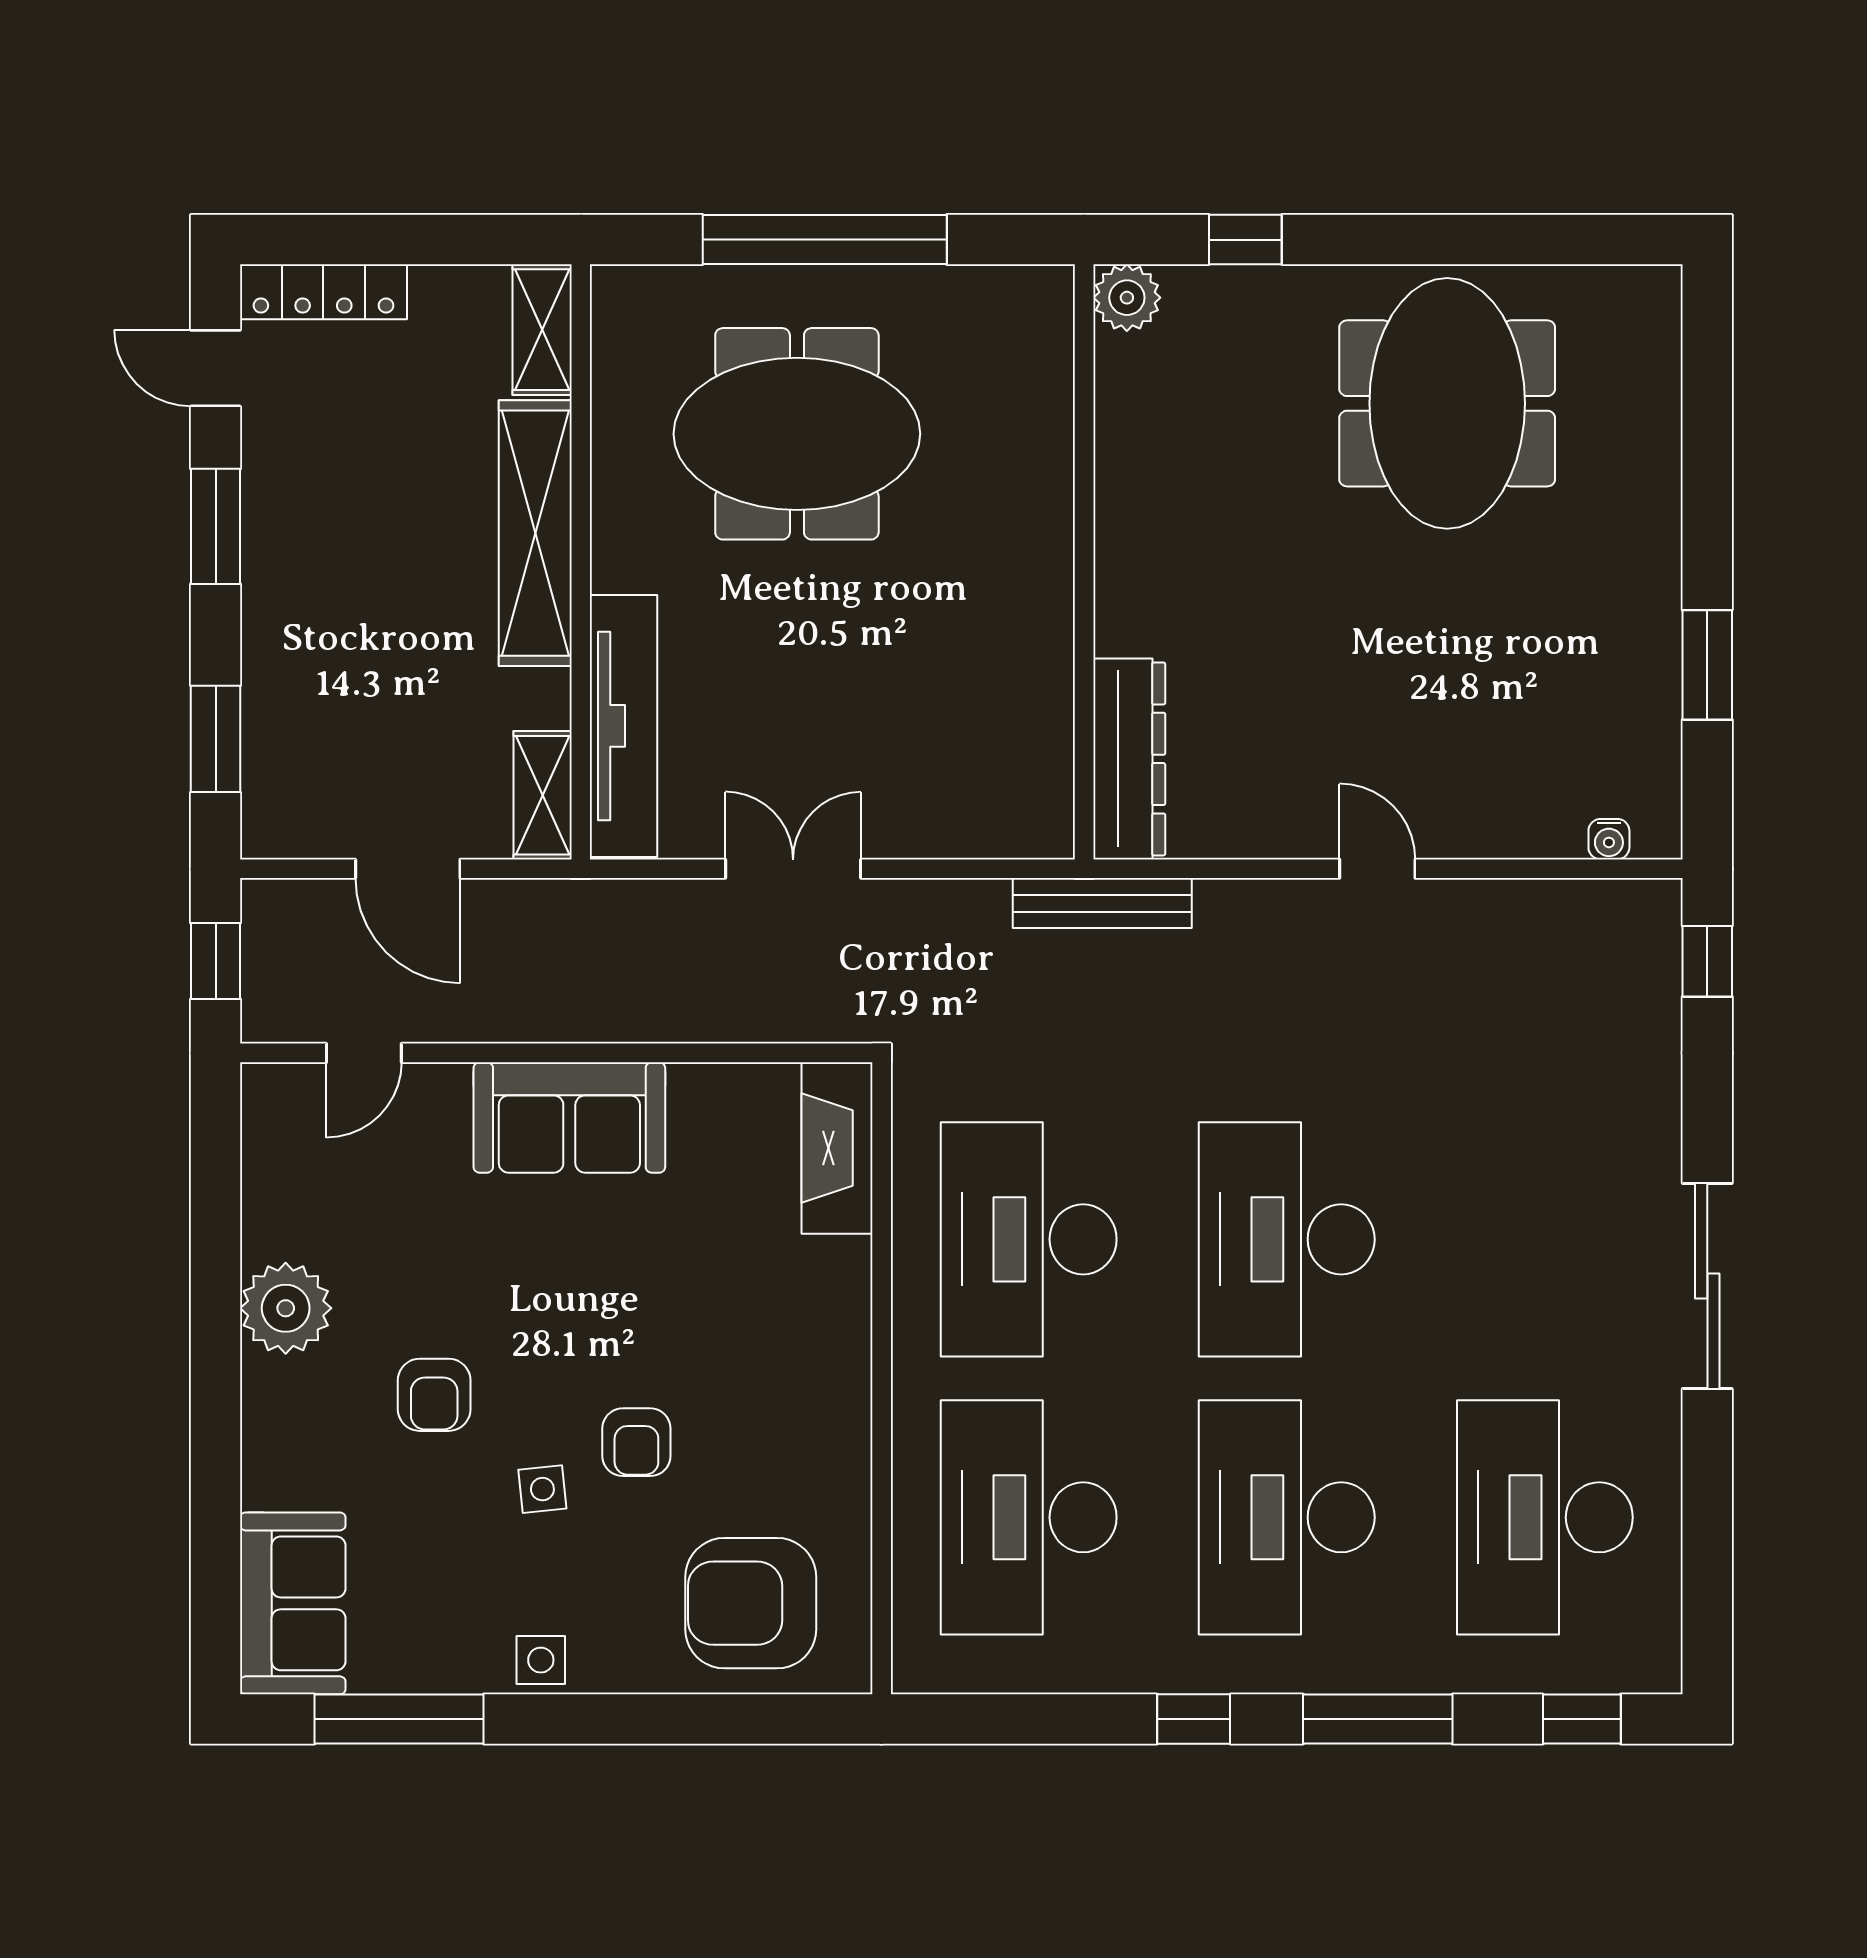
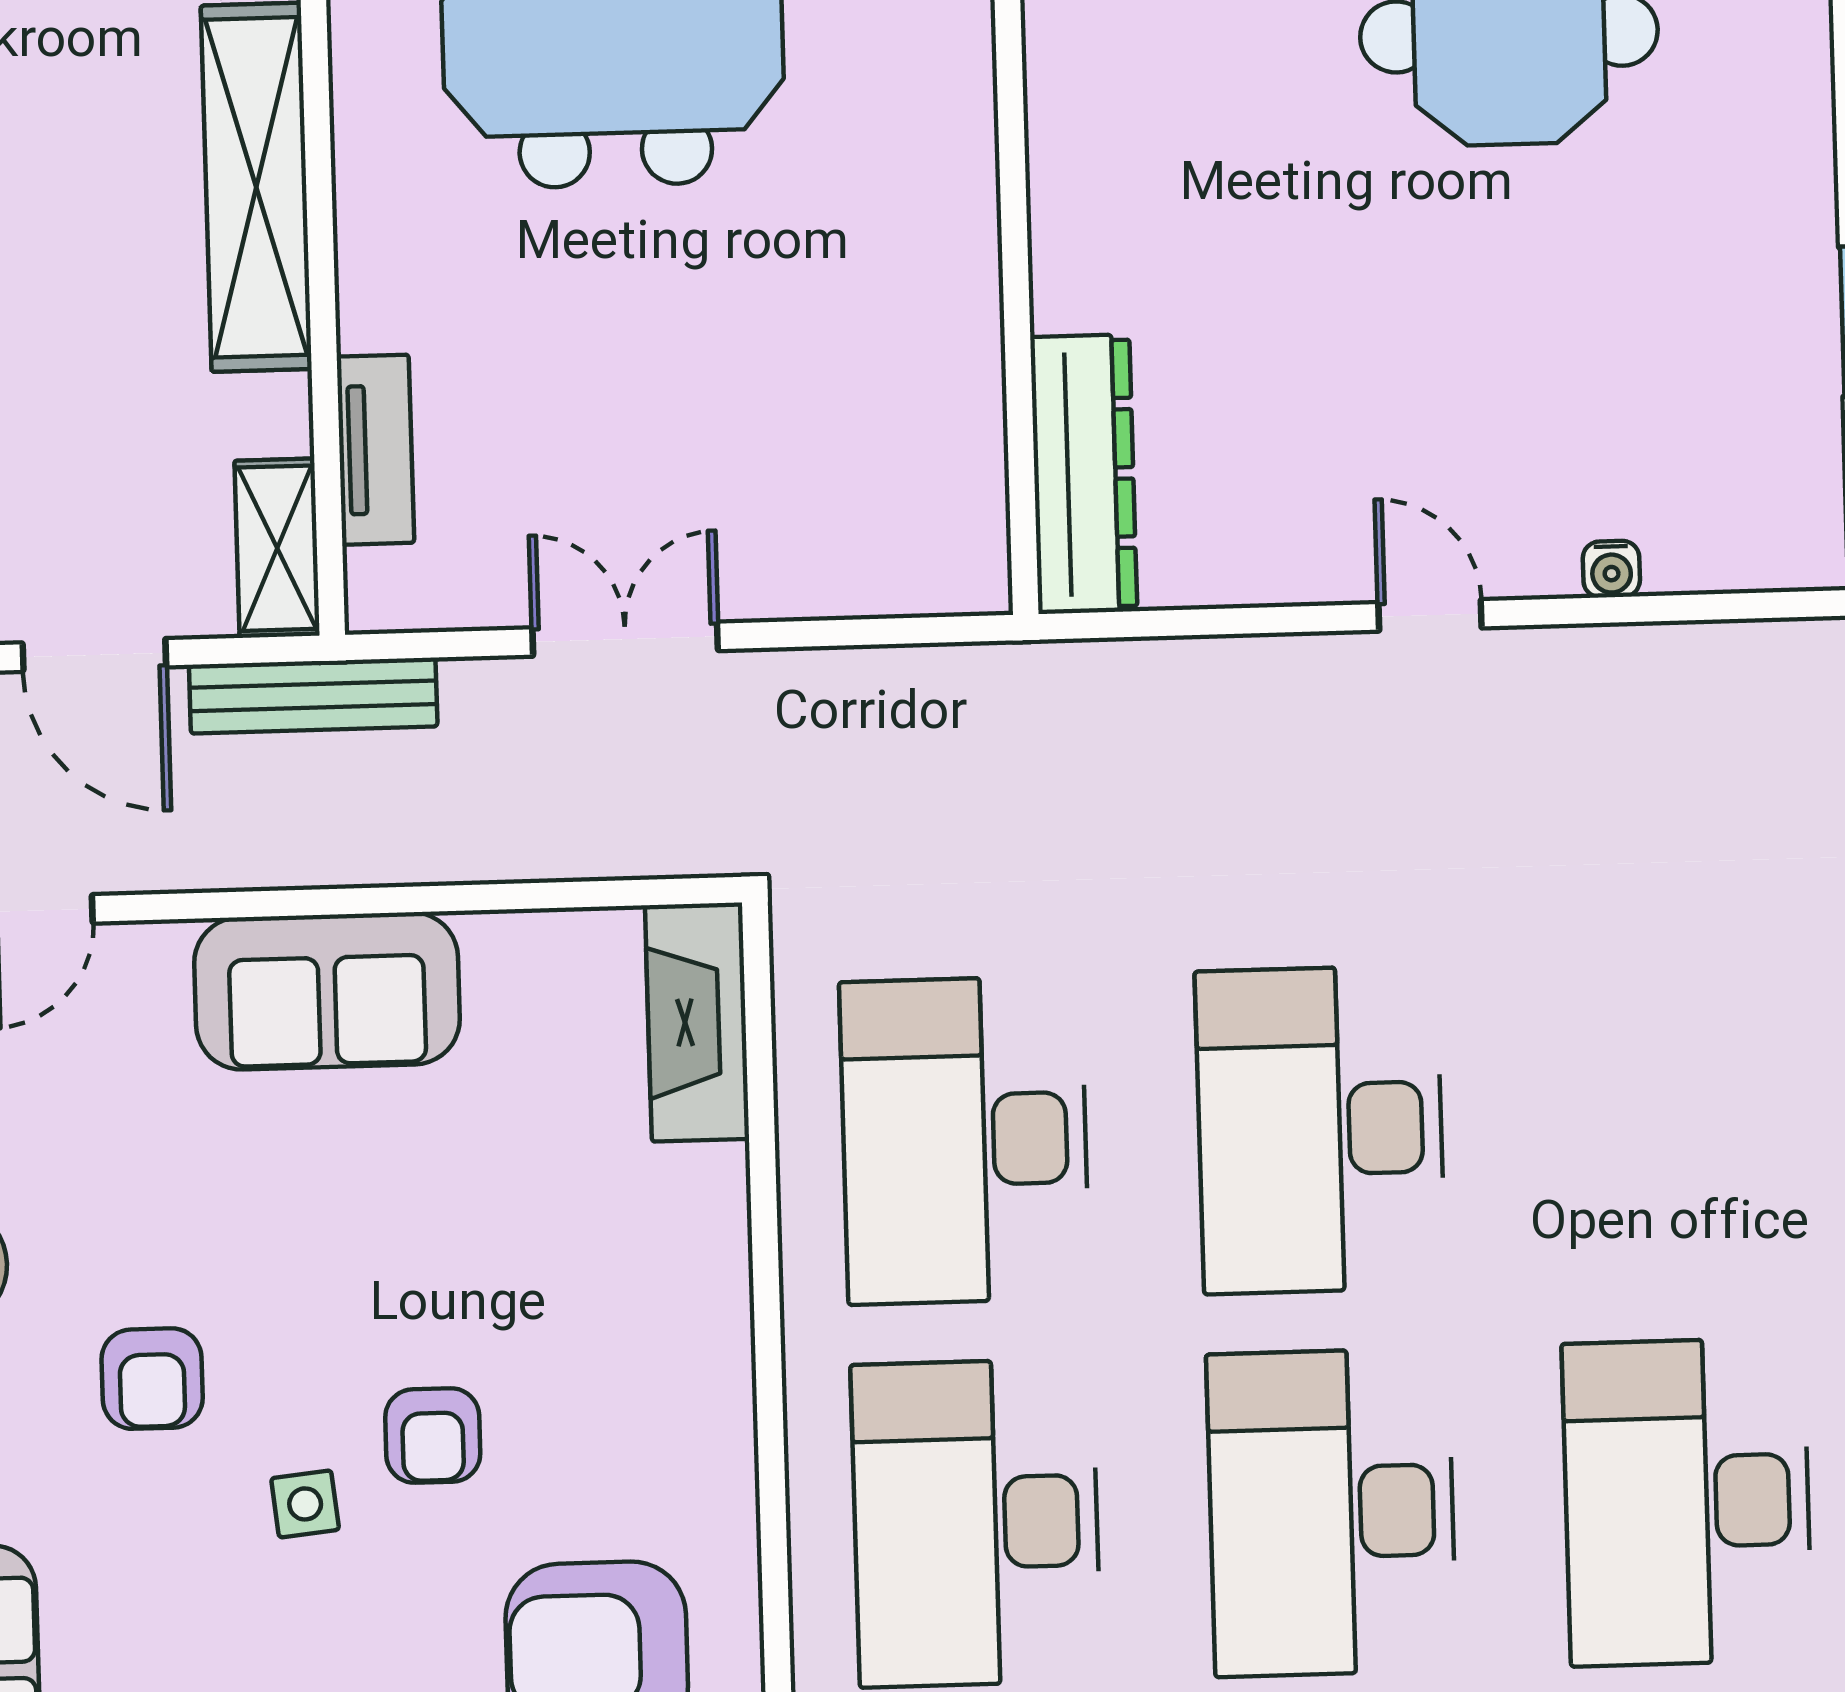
tv unit: (624, 726) -> (375, 450), width x0.52, depth x0.78
water cooler: (1609, 839) -> (1611, 569), moved
bench: (1102, 903) -> (313, 696), moved

